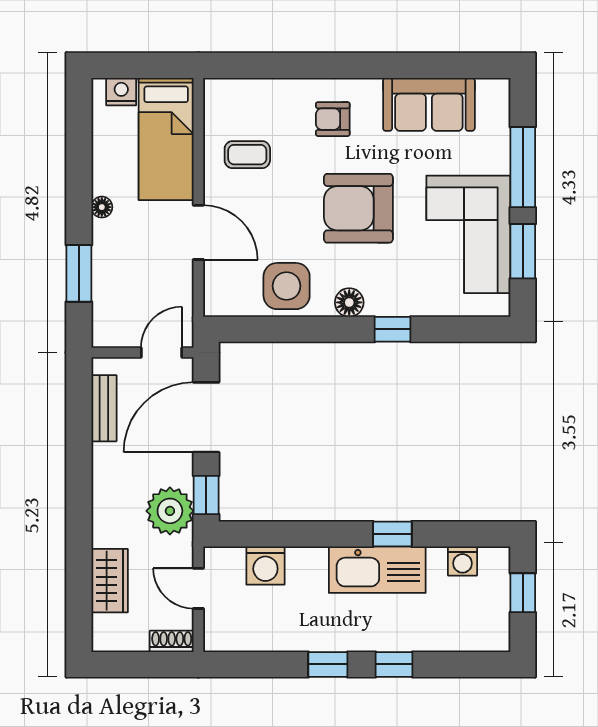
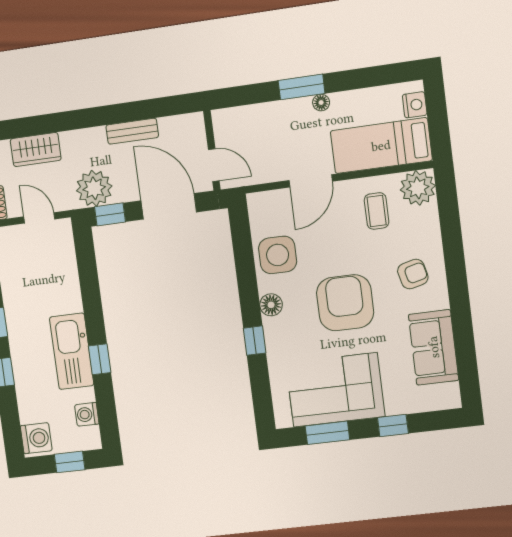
plant: (225, 100) -> (418, 188), added
armchair: (333, 119) -> (413, 274), turned 76
window: (523, 167) -> (393, 425), width x0.46
window: (79, 273) -> (302, 87), moved
bench: (104, 408) -> (132, 131), moved
washing machine: (265, 566) -> (36, 438), moved, turned 180
door: (198, 588) -> (39, 218), hinge flipped

